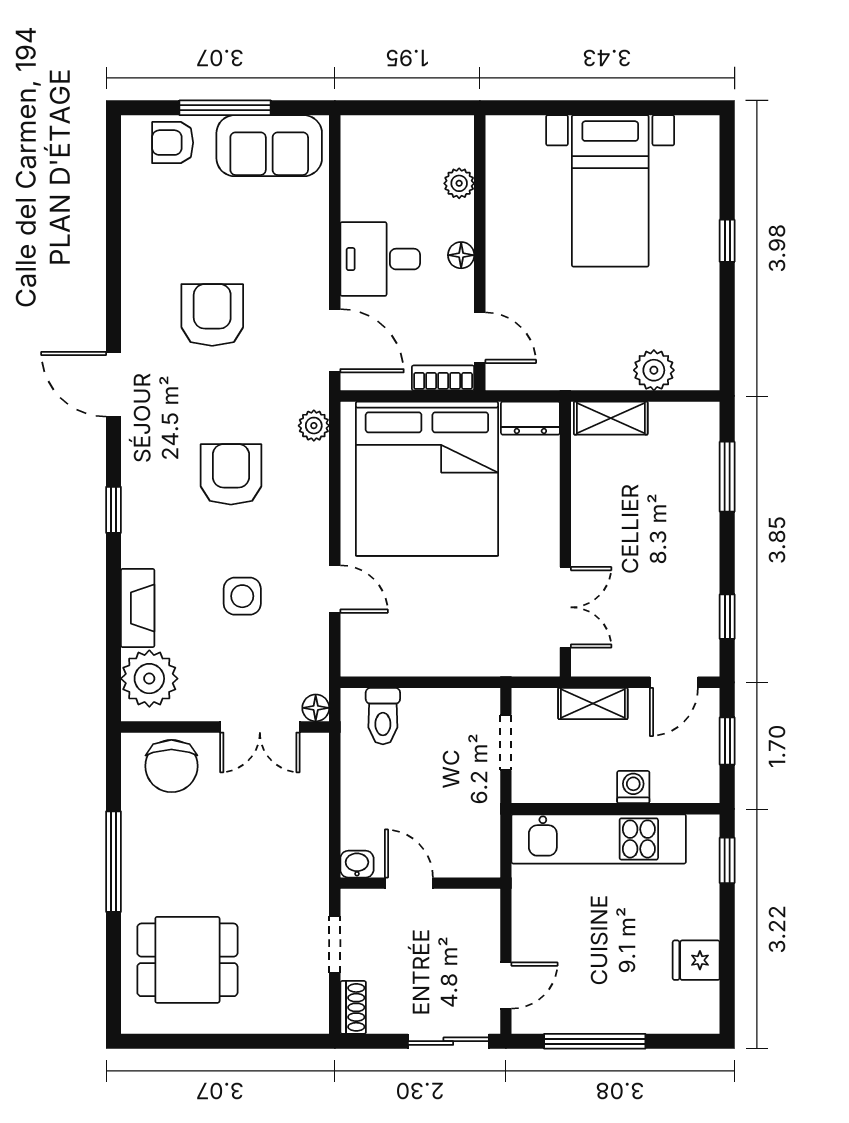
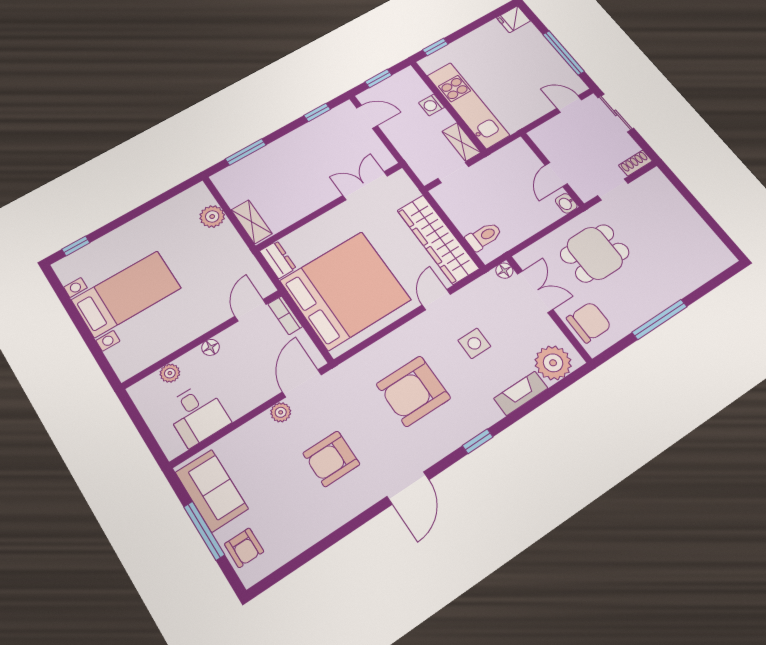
window: (727, 241) -> (76, 246), moved
desk: (380, 259) -> (197, 414), moved
plant: (314, 426) -> (281, 412), moved
armchair: (231, 474) -> (413, 391), width x1.36, depth x1.36
wardrobe: (419, 651) -> (438, 239), added
shelving: (593, 704) -> (461, 142), moved
dining table: (187, 960) -> (595, 253), moved, turned 90
fridge: (696, 960) -> (513, 19), moved, turned 90

